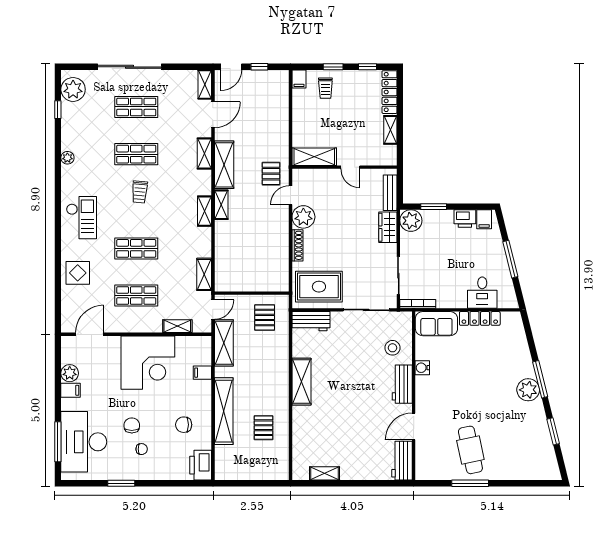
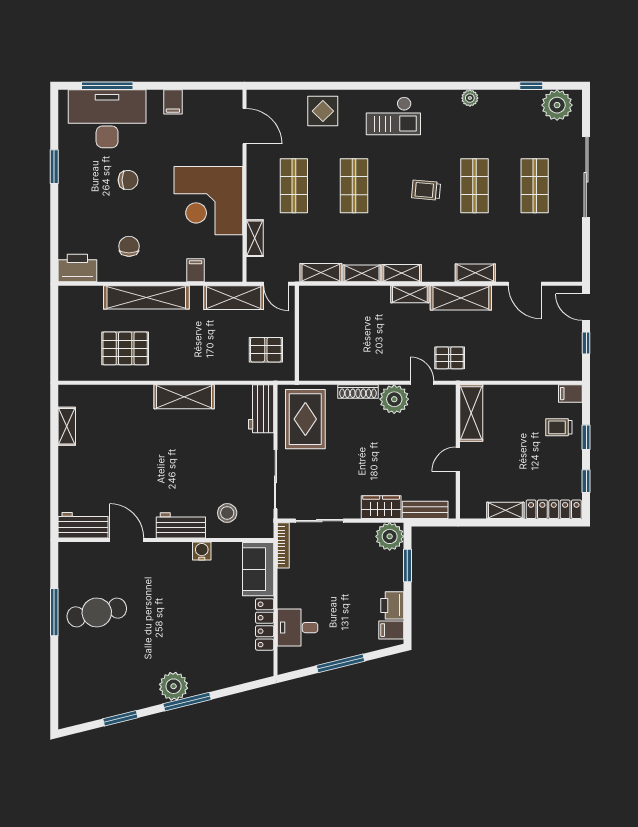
shelving: (205, 84) -> (362, 273), moved
plant: (70, 373) -> (195, 101), removed
pallet: (264, 428) -> (125, 348), width x1.50, depth x1.42
chair: (142, 449) -> (98, 193), removed

